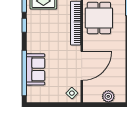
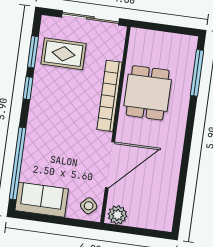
sofa: (36, 69) -> (42, 200), moved, turned -90
plant: (108, 96) -> (117, 215), moved

